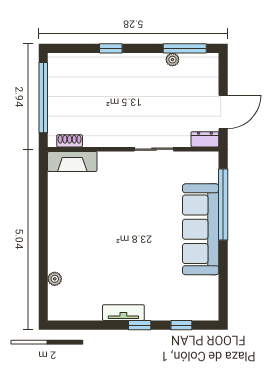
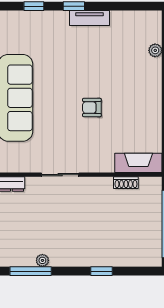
shoe rack: (70, 141) -> (126, 183), moved
armchair: (121, 219) -> (92, 108), added

